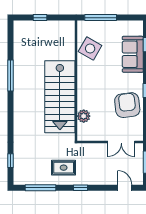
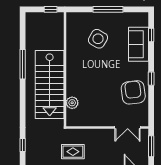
wall: (76, 81) -> (65, 69), moved
stairs: (60, 97) -> (50, 85), moved
plant: (84, 116) -> (72, 103), moved

